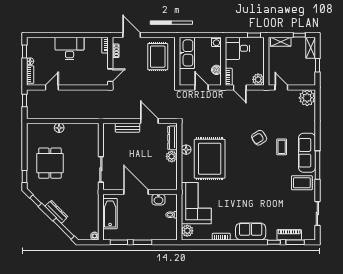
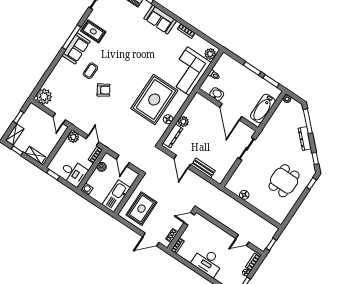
door: (132, 35) -> (151, 240), hinge flipped
floor lamp: (59, 128) -> (244, 195), moved
sofa: (307, 153) -> (76, 48), width x0.73

